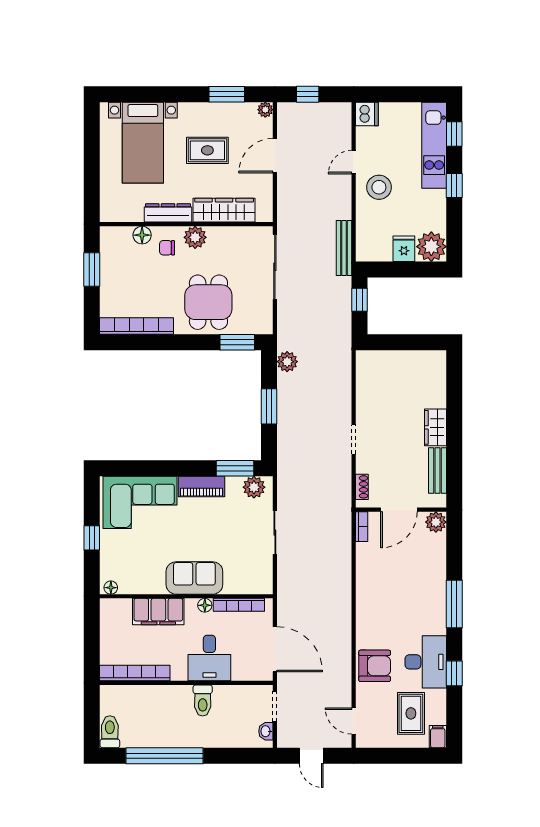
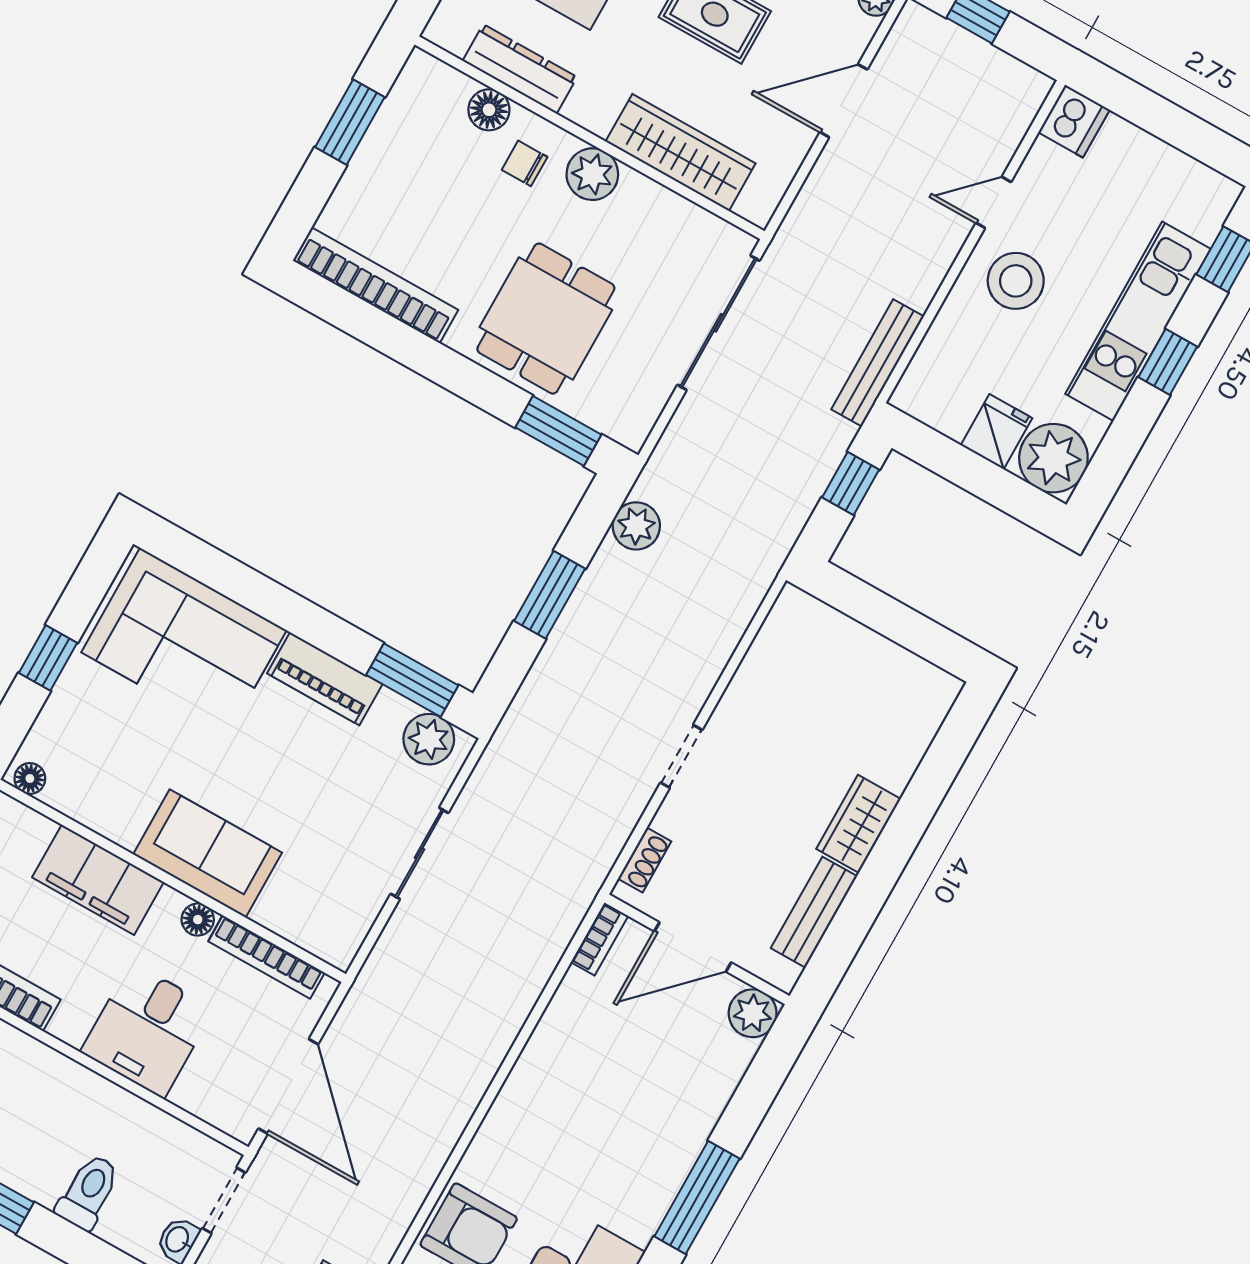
kitchen unit: (434, 145) -> (1138, 321), moved
dresser: (168, 213) -> (520, 69), moved
toilet: (203, 701) -> (88, 1192), moved, turned 180

